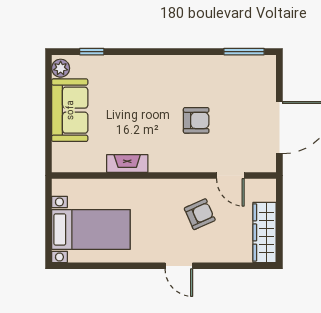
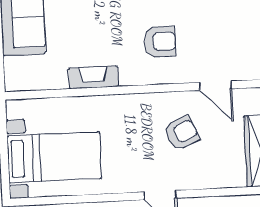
armchair: (196, 120) -> (160, 42), moved

